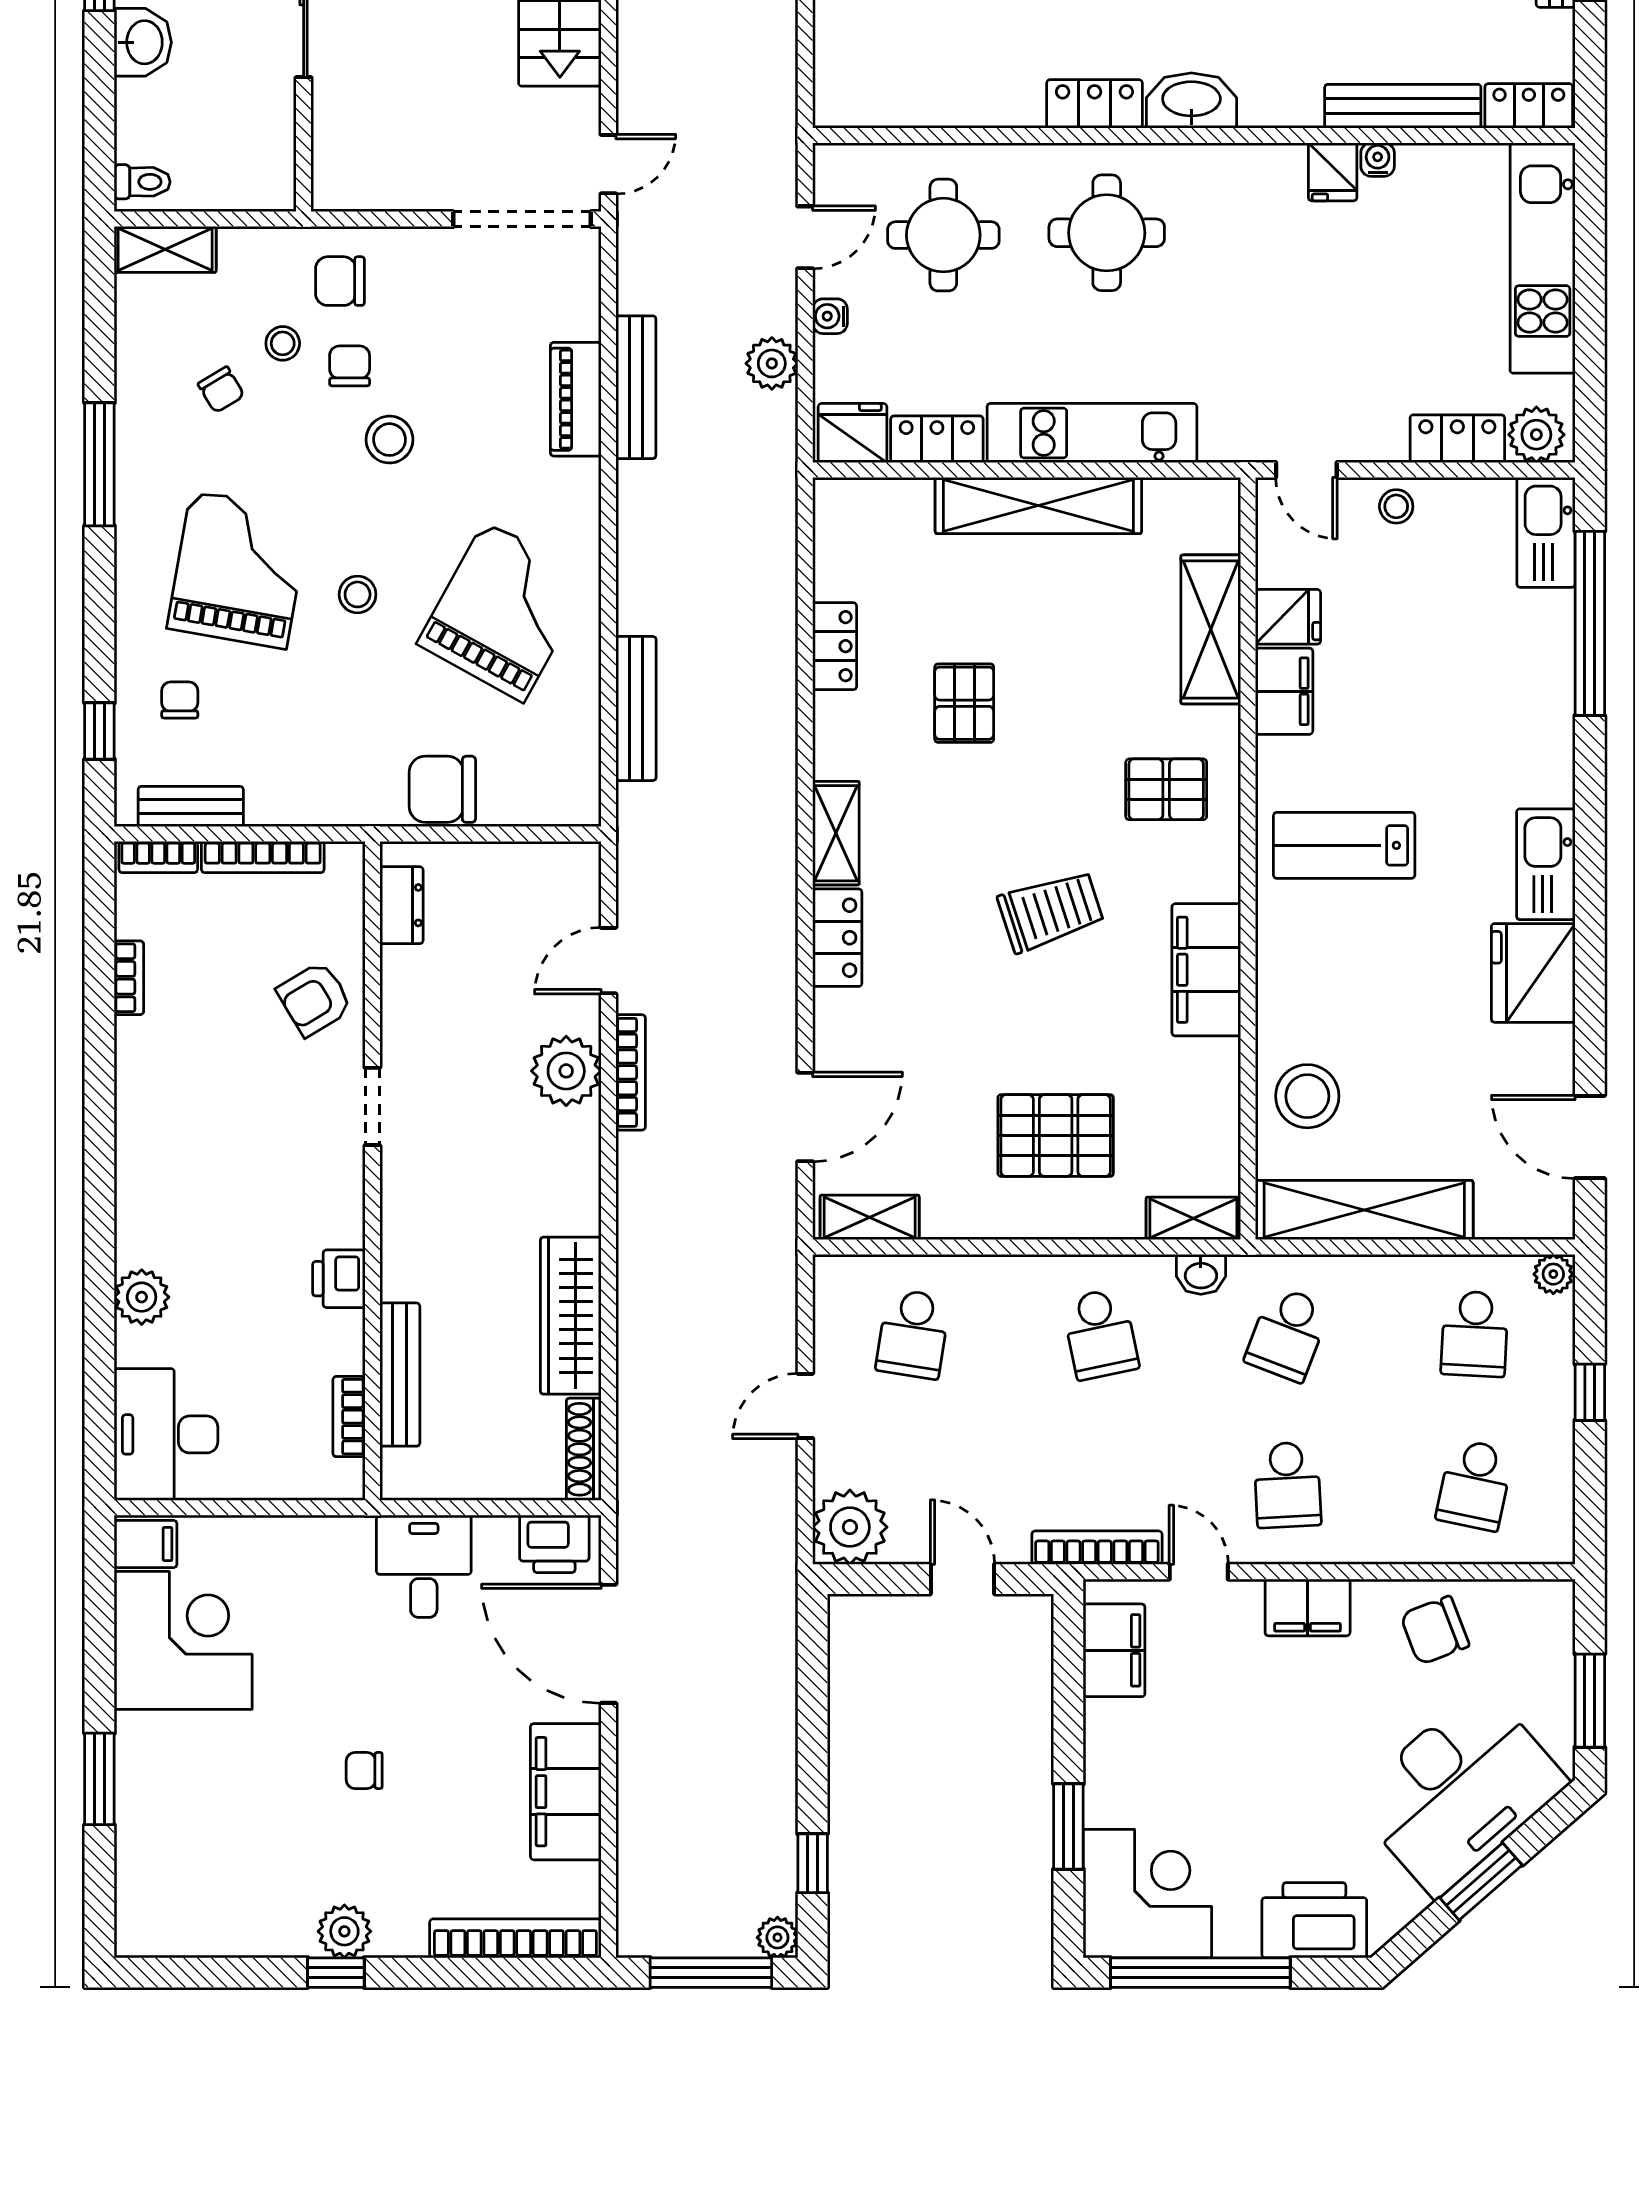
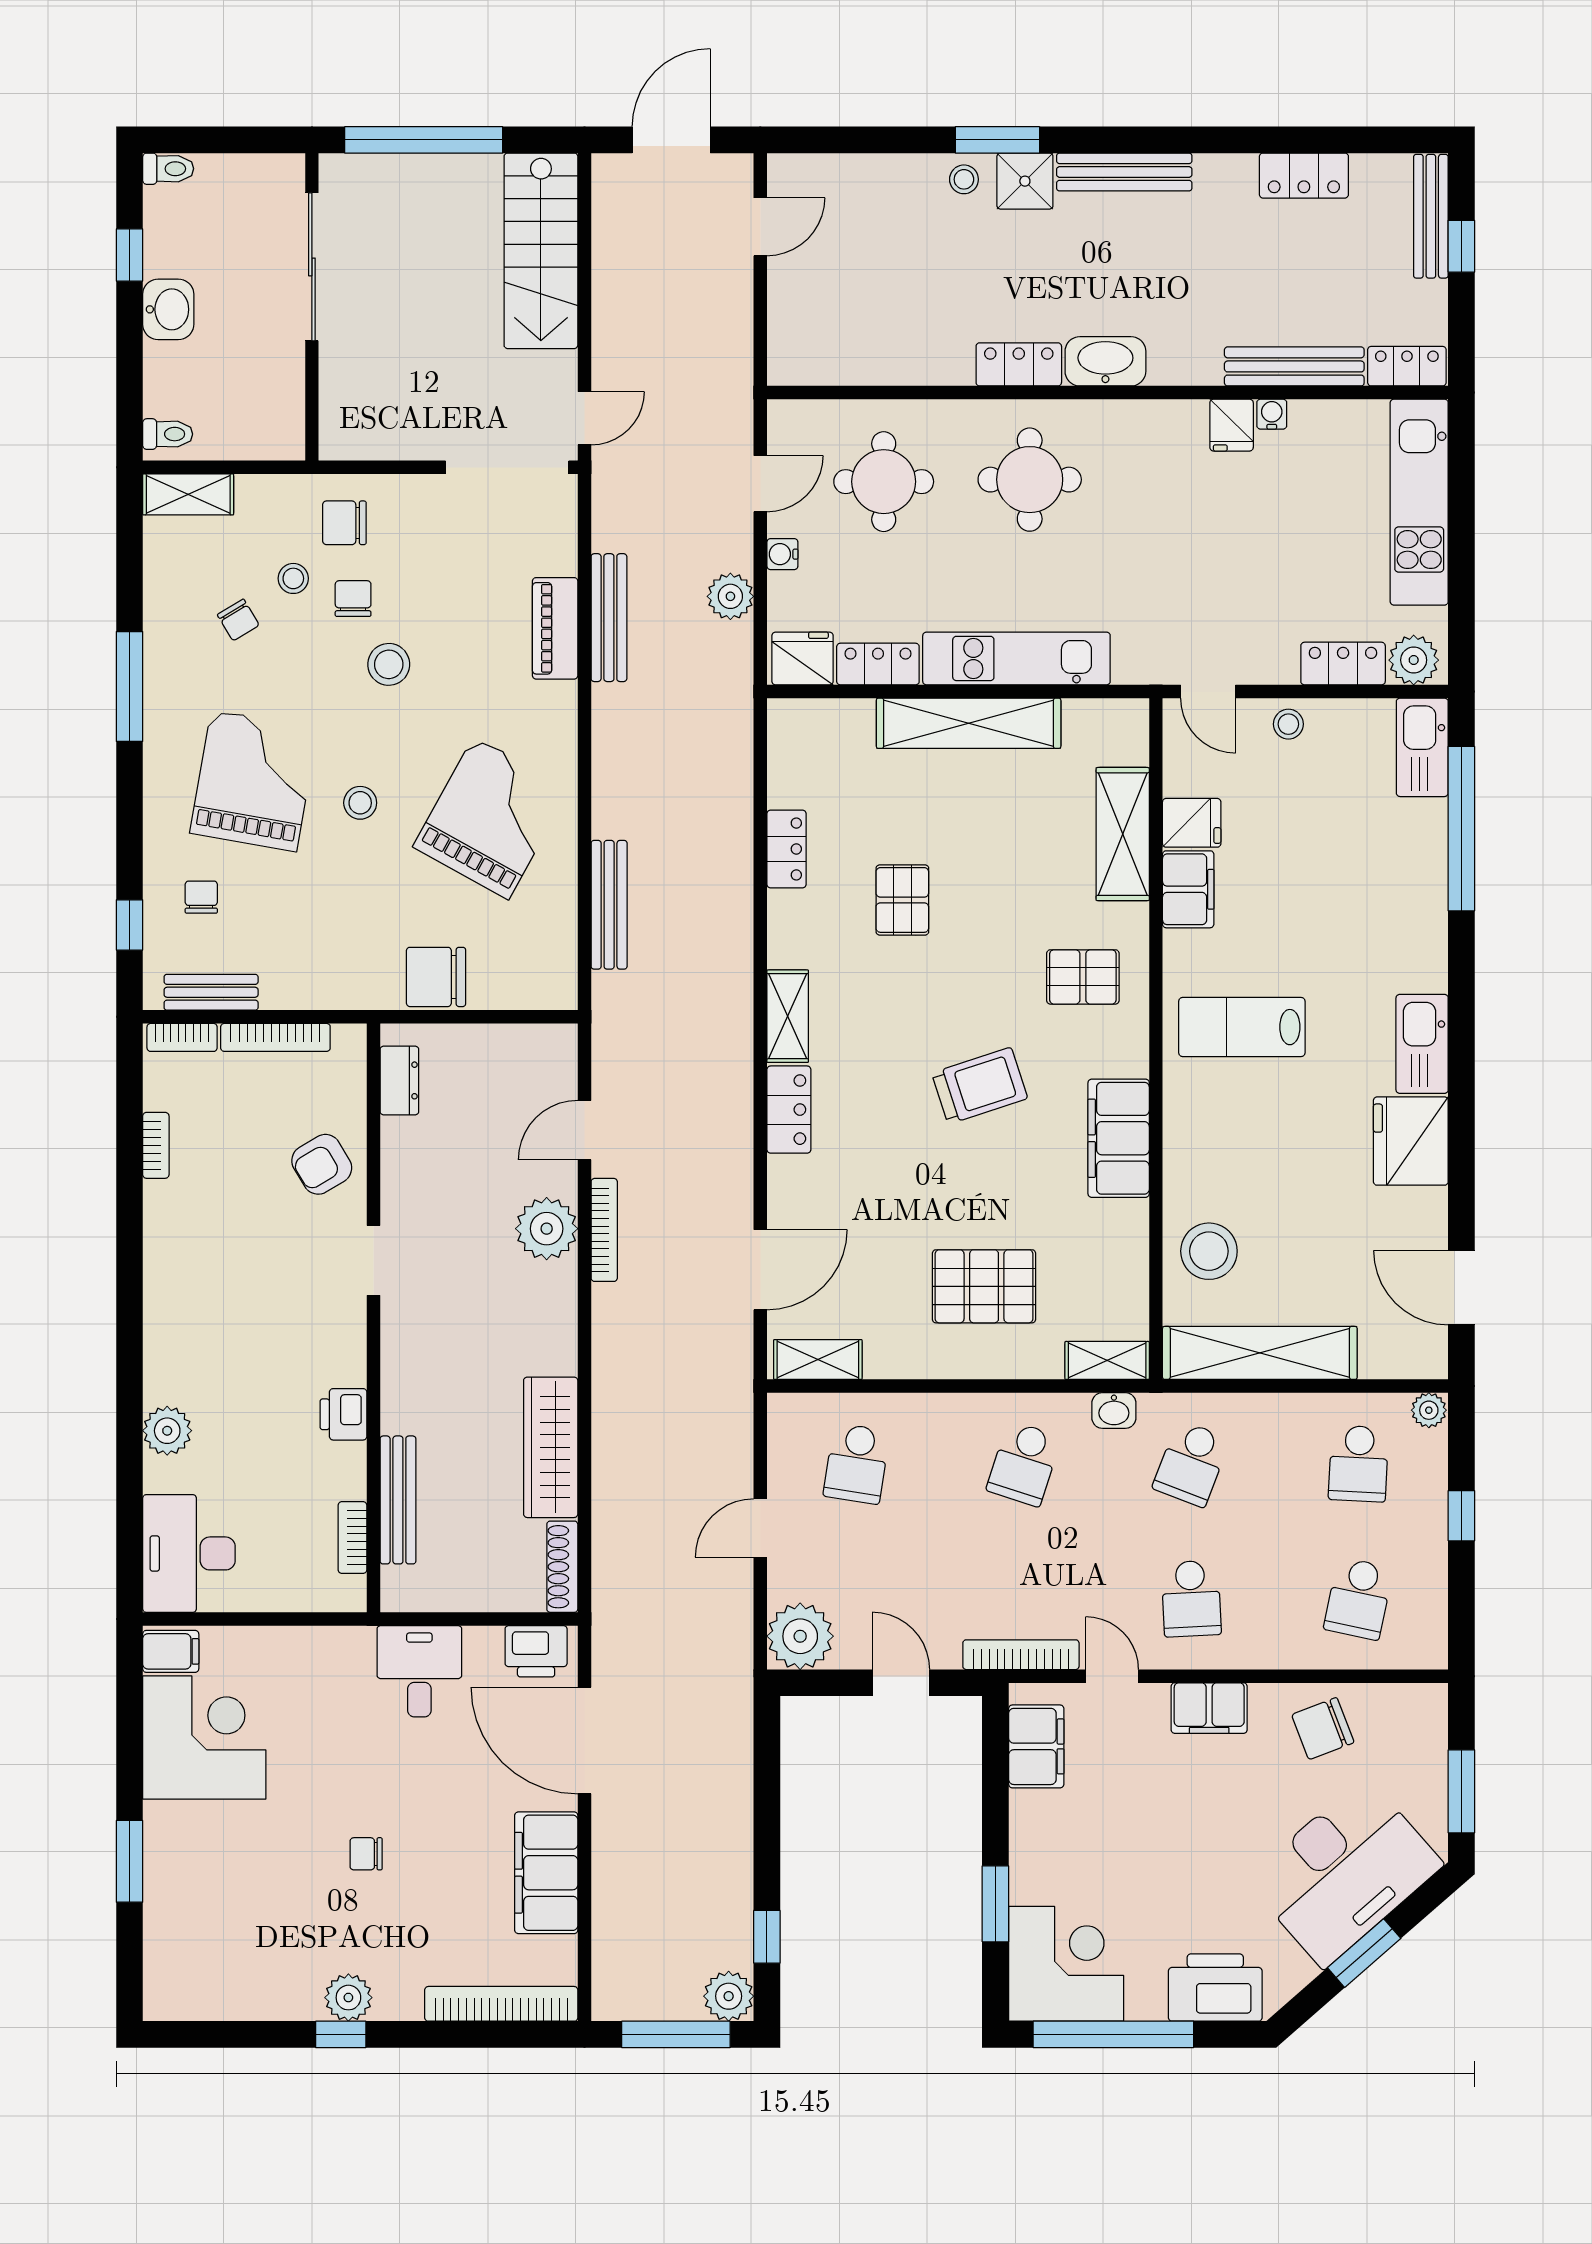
school desk: (1100, 1334) -> (1024, 1464), turned 30
plant: (777, 1937) -> (729, 1996), width x1.38, depth x1.38

